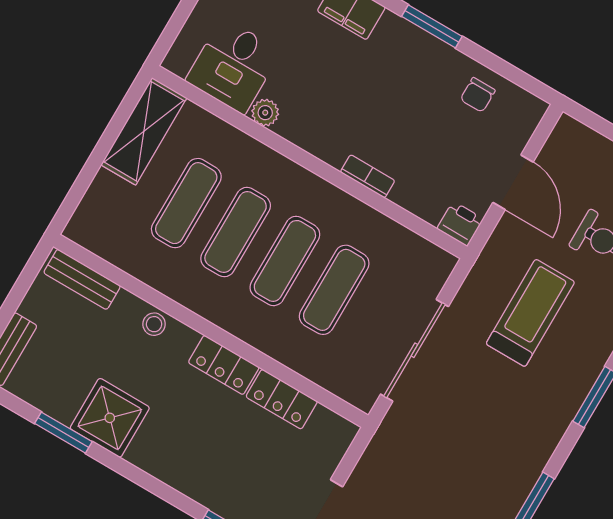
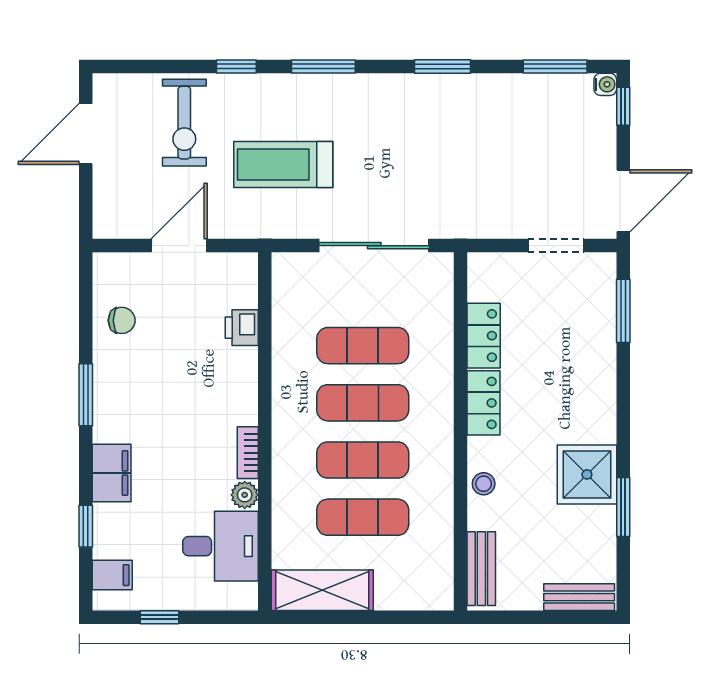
bookcase: (368, 176) -> (248, 453), moved
printer: (460, 224) -> (242, 328), moved

